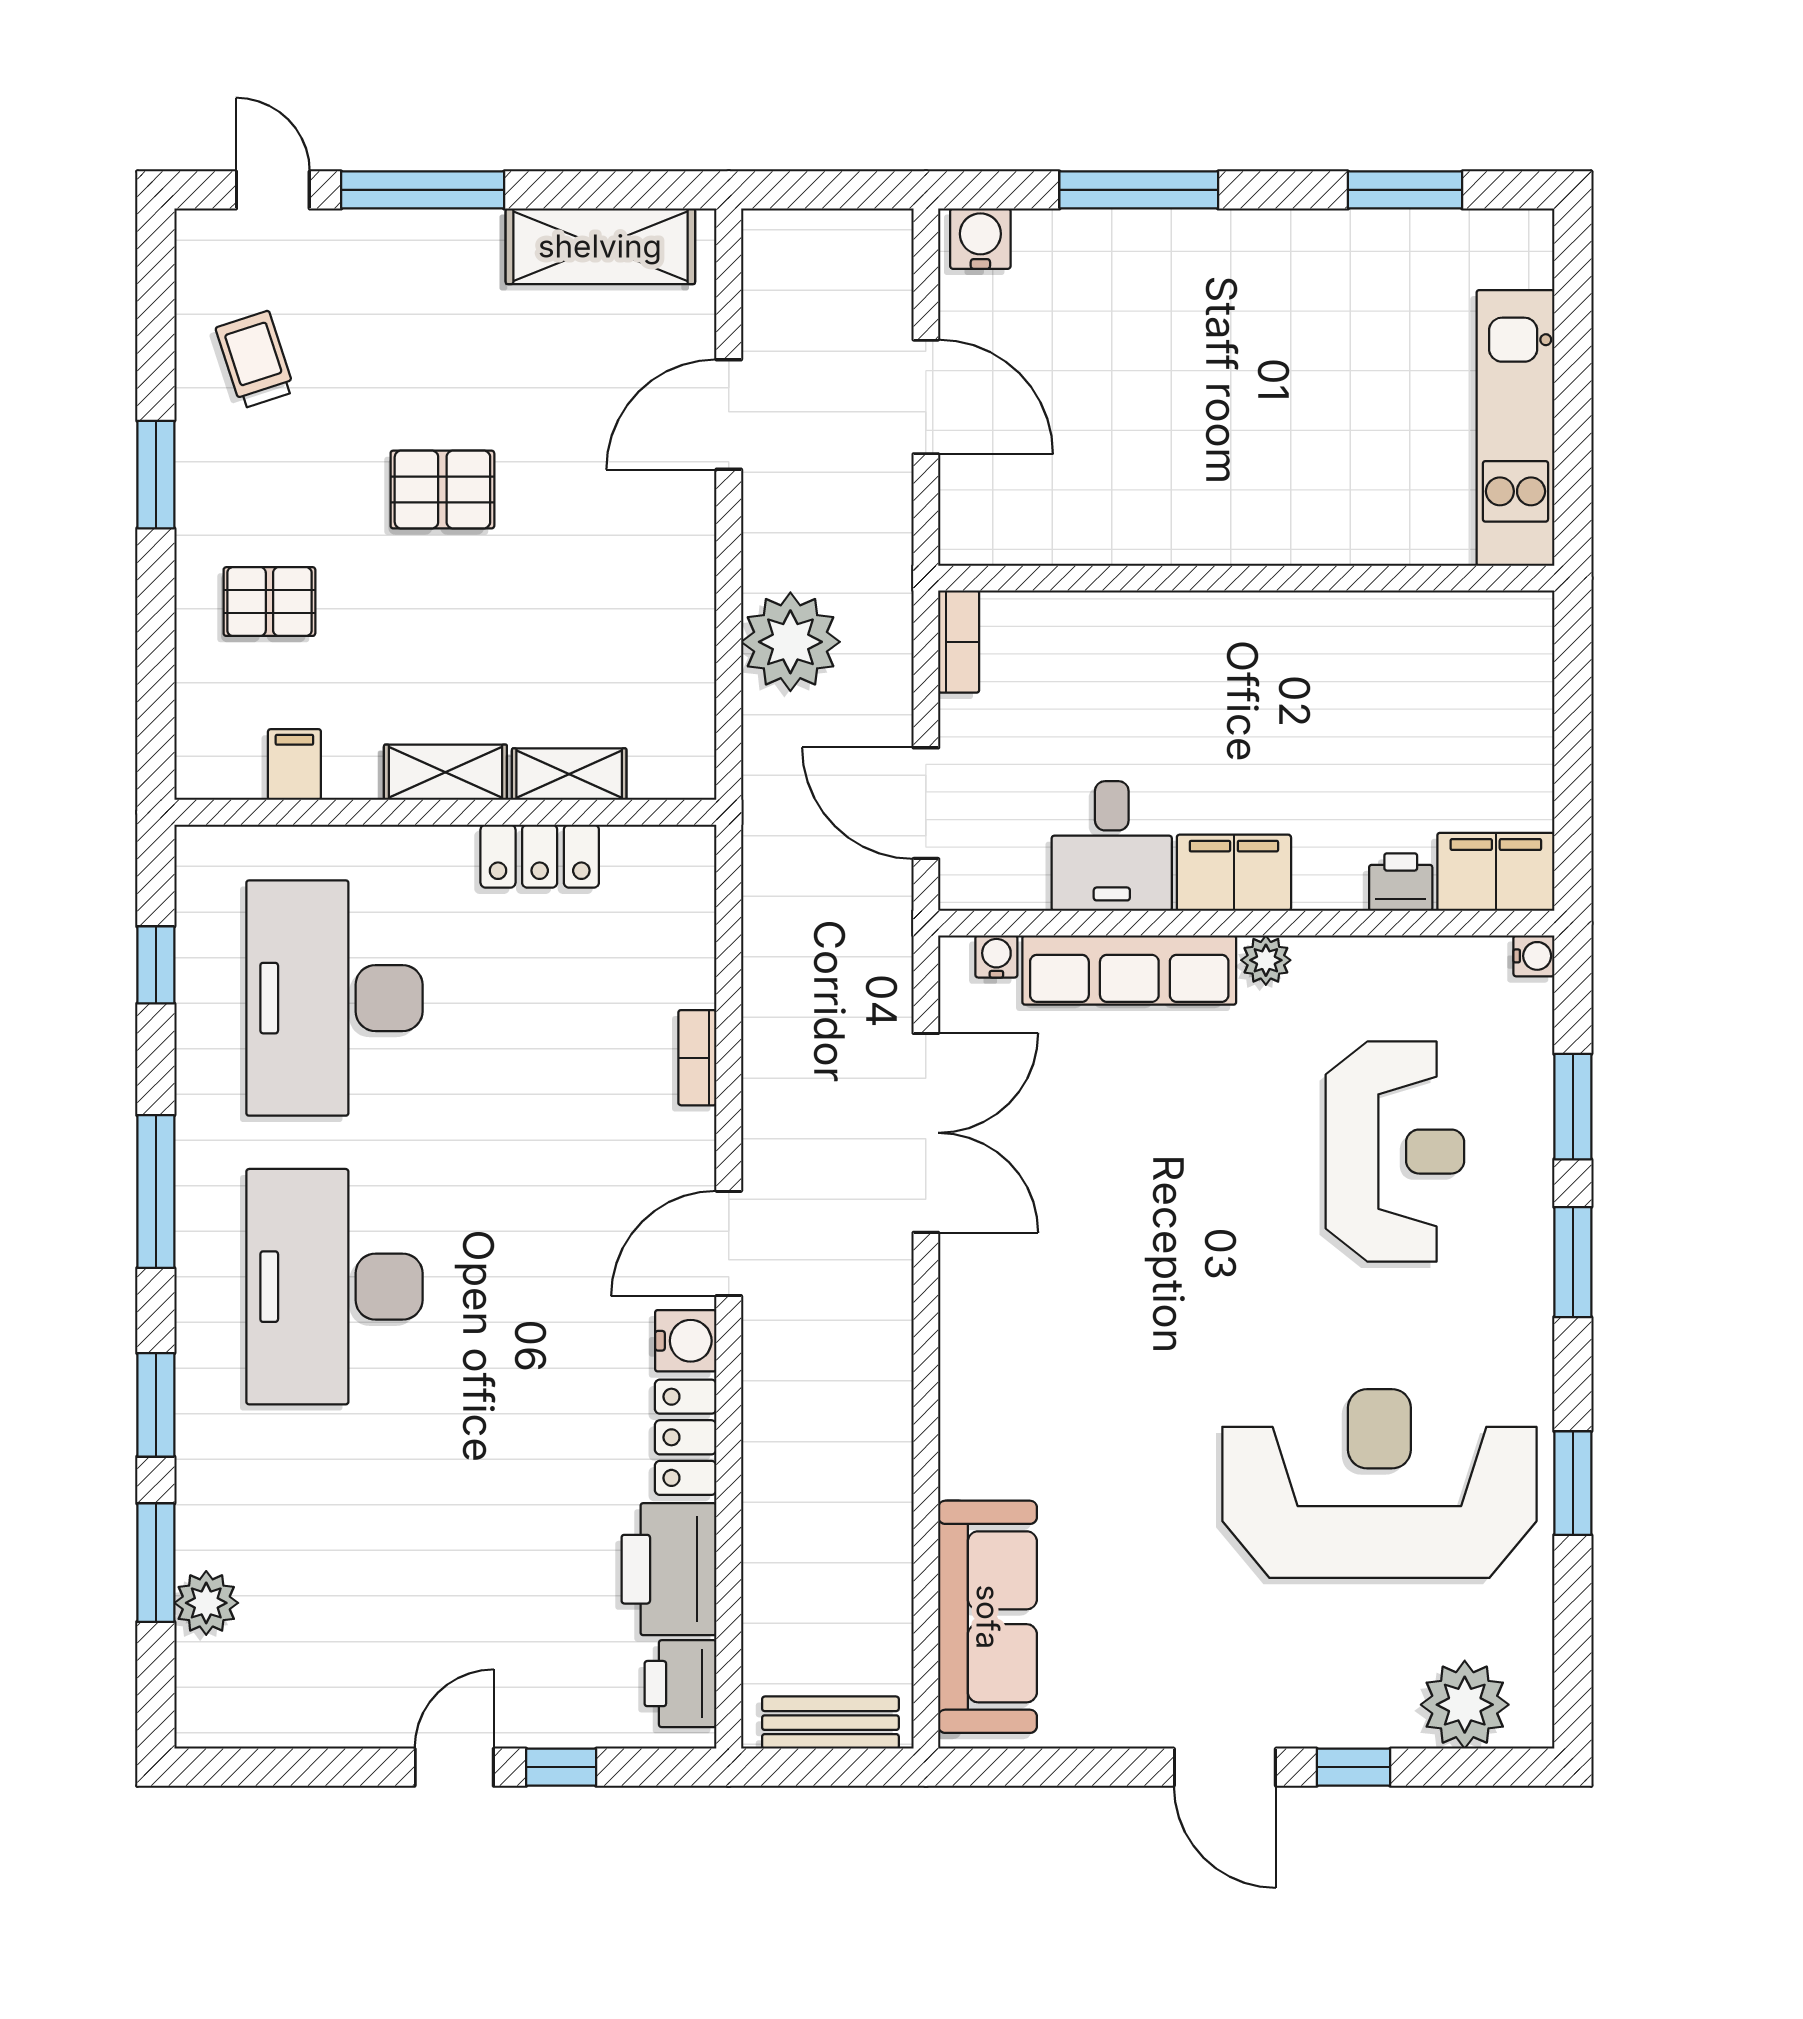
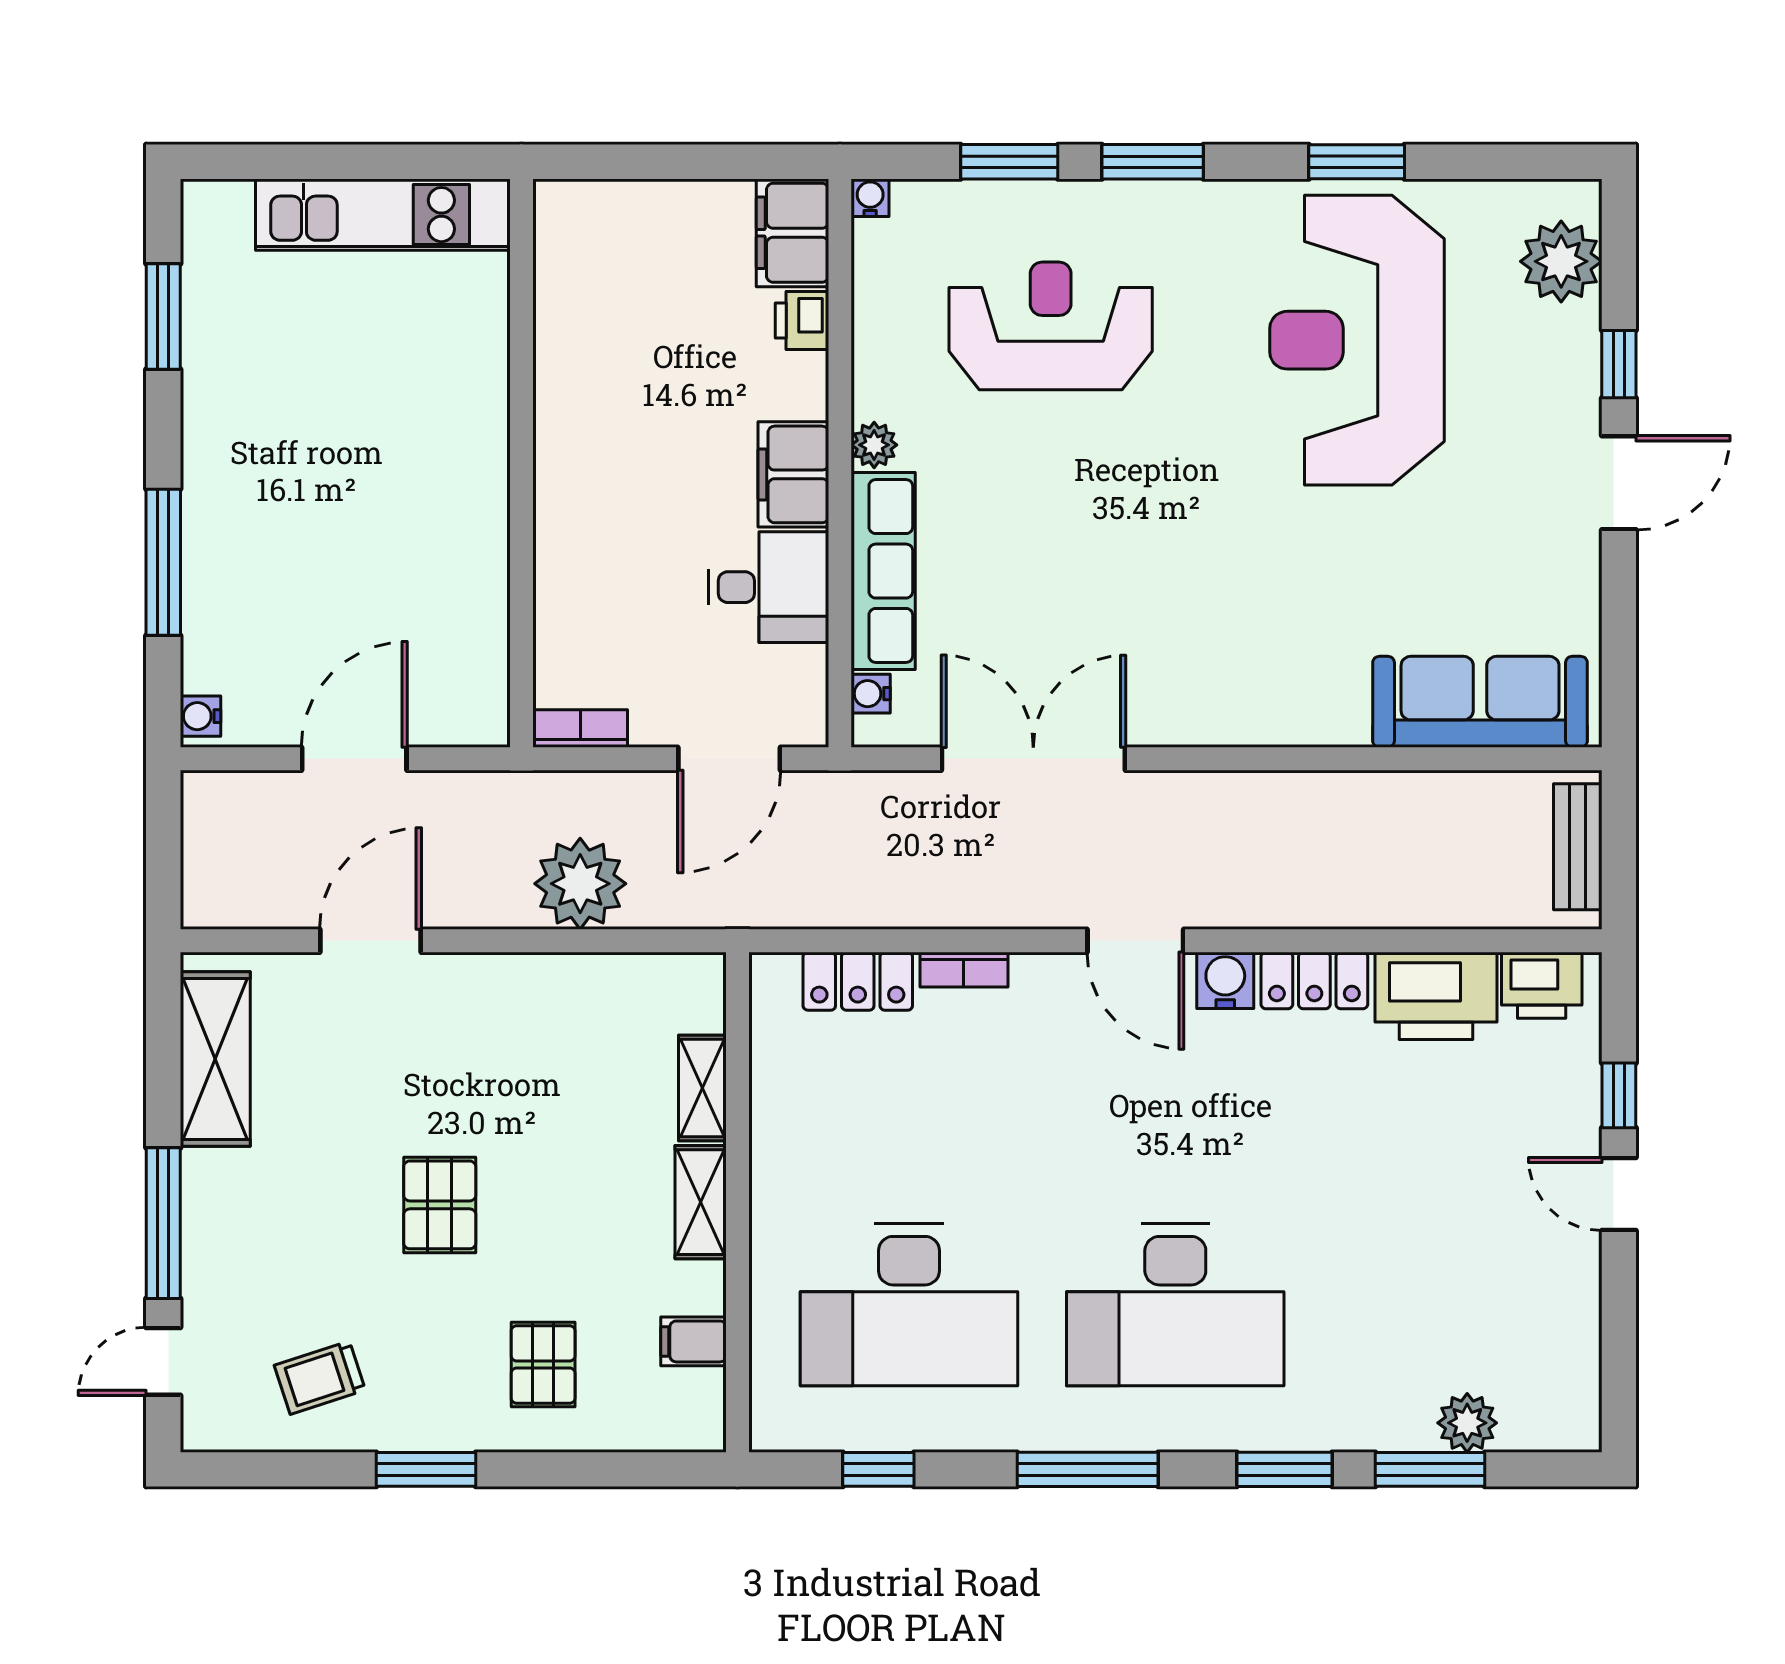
water cooler: (980, 239) -> (200, 716), width x0.72, depth x0.72
door: (729, 414) -> (370, 941), swing flipped
locker: (540, 856) -> (858, 981), moved, turned 90

